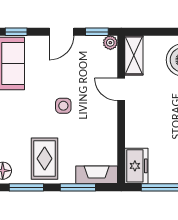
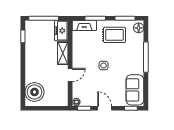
door: (62, 32) -> (105, 108), hinge flipped
shelving: (134, 55) -> (63, 53), moved
door: (121, 89) -> (70, 75), hinge flipped
rug: (45, 159) -> (114, 35), turned 90

